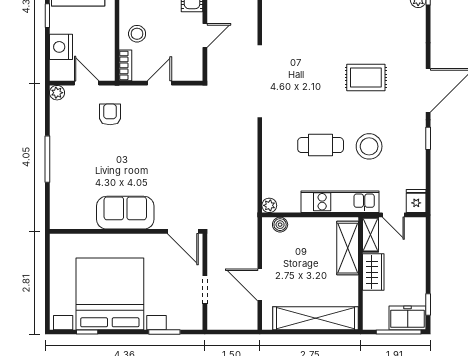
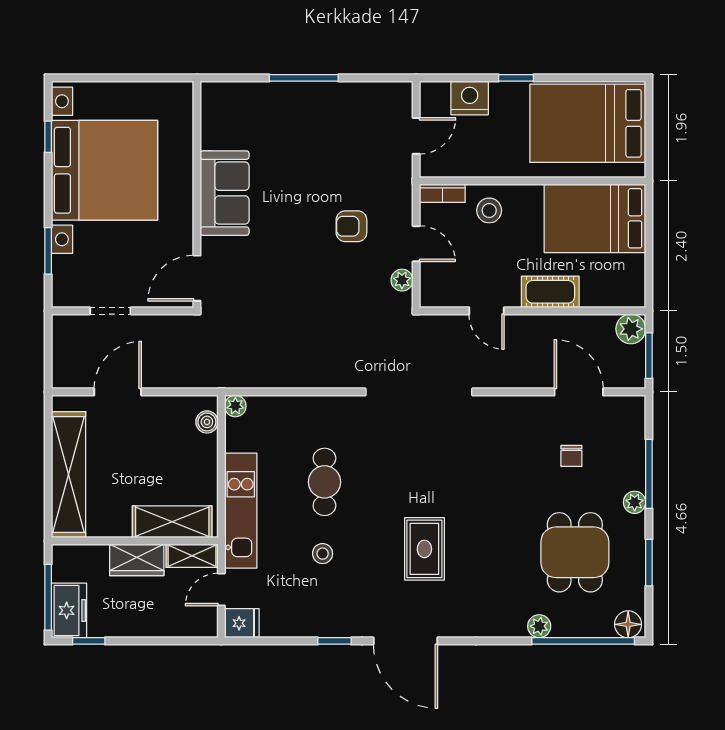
plant: (57, 93) -> (402, 280), moved
armchair: (110, 114) -> (351, 226), moved, turned 180
stool: (369, 146) -> (323, 554), width x0.53, depth x0.53

